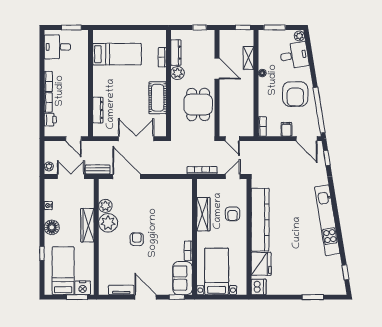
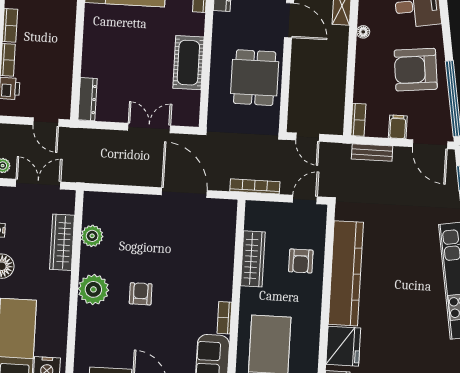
plant: (177, 73) -> (224, 24), removed
armchair: (295, 94) -> (416, 70), turned 84
dresser: (98, 110) -> (88, 99), moved
double door: (136, 139) -> (149, 128), width x0.73
bench: (98, 169) -> (372, 152), moved
door: (127, 176) -> (184, 193), moved
plant: (108, 223) -> (93, 289), moved
wardrobe: (87, 225) -> (62, 242), moved

